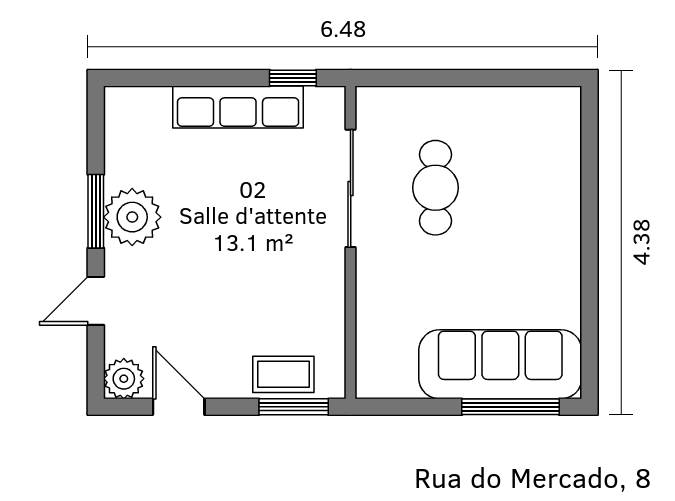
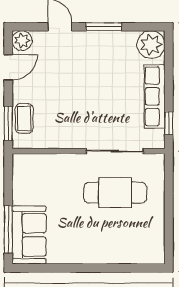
cafe table: (435, 188) -> (115, 193), width x1.37, depth x1.35
plant: (132, 217) -> (151, 45), moved
sofa: (500, 364) -> (29, 235), width x0.73

